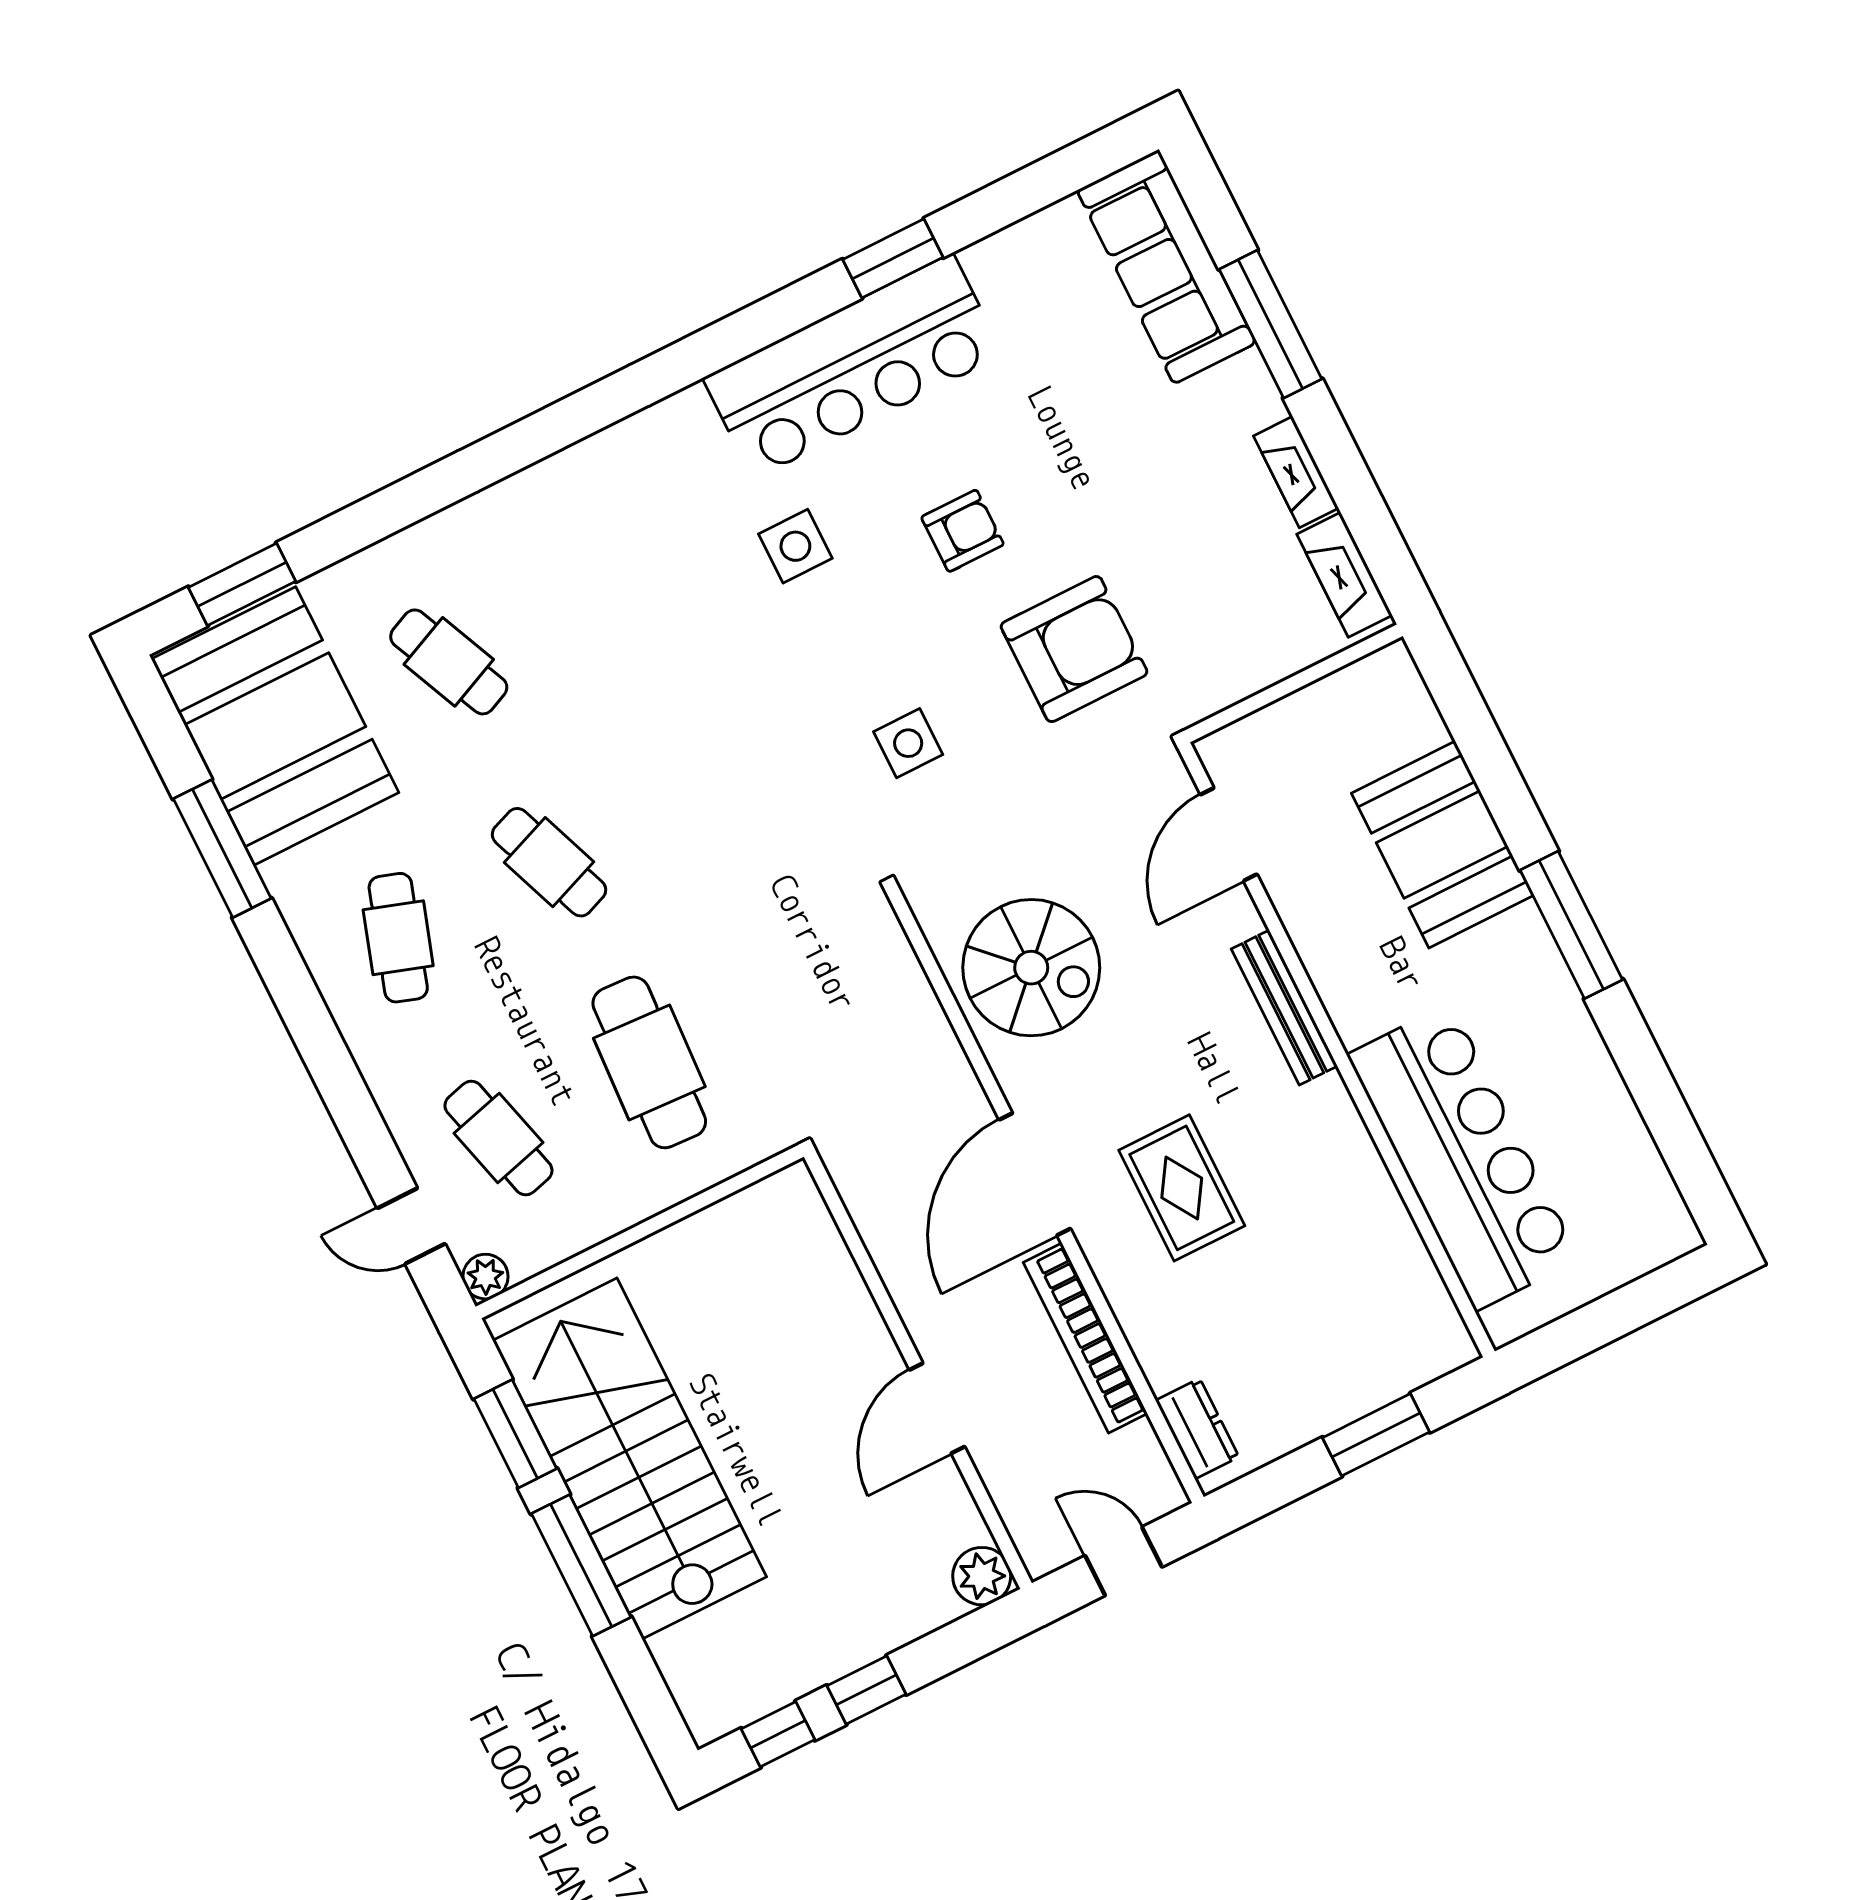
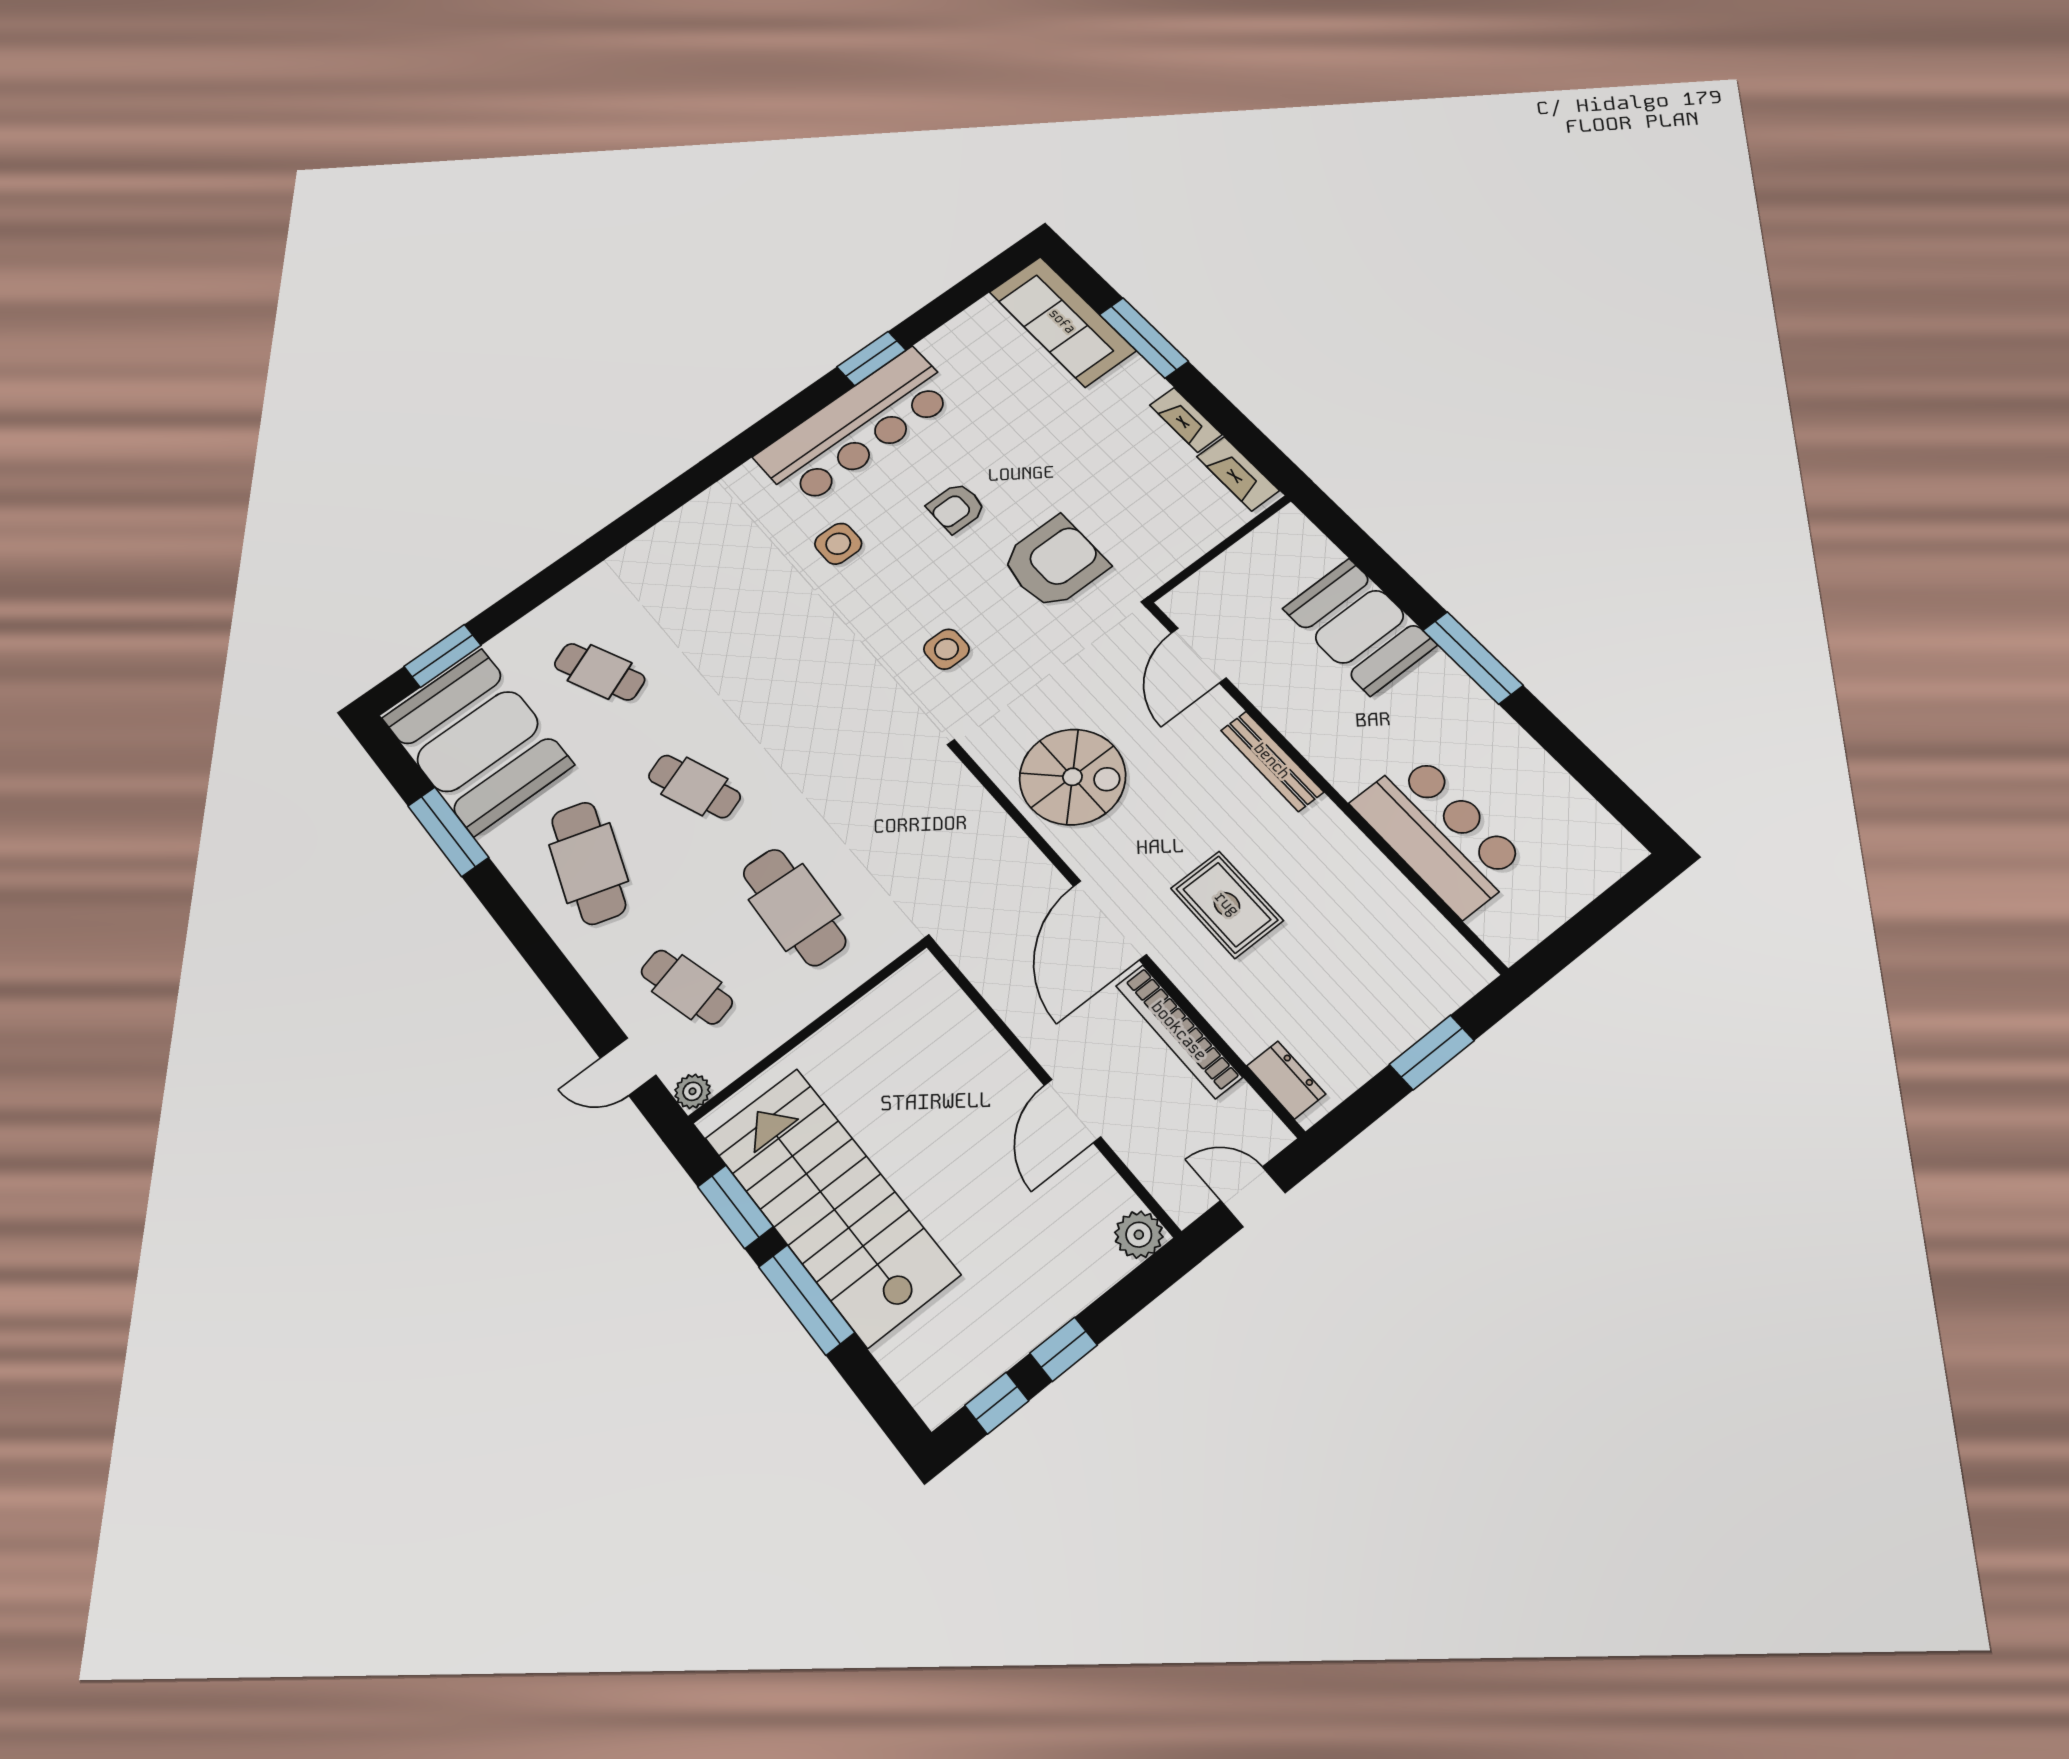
armchair: (963, 531) -> (956, 508), turned 180
cafe table: (398, 938) -> (589, 863), width x1.37, depth x1.35
bar counter: (1463, 1157) -> (1440, 834), width x0.73

